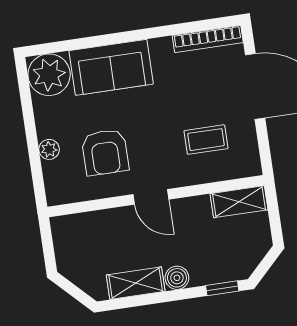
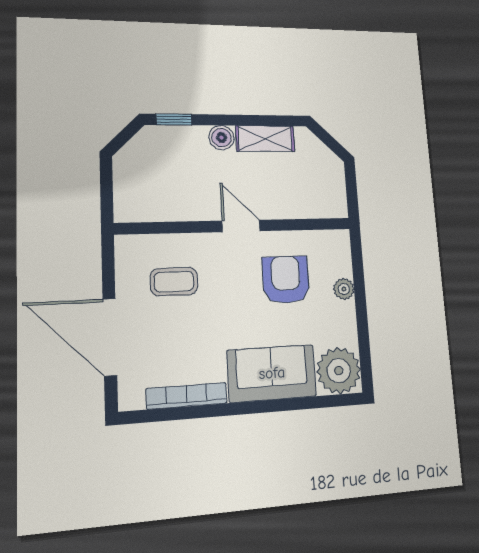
bookcase: (208, 39) -> (187, 396), moved
shelving: (239, 202) -> (145, 209), removed

